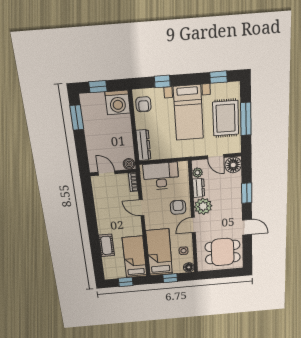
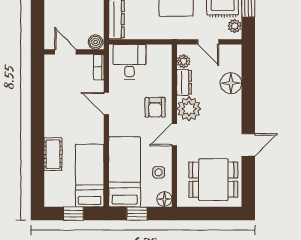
plant: (236, 143) -> (235, 26), added
floor lamp: (233, 165) -> (231, 83), moved
desk: (161, 176) -> (130, 62), width x0.73
window: (247, 193) -> (248, 95), removed
armchair: (178, 207) -> (155, 107), turned 180
door: (247, 227) -> (248, 145), hinge flipped

